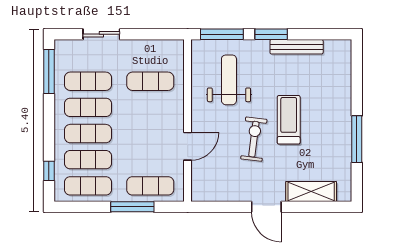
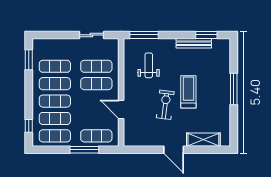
sliding door: (101, 34) -> (91, 35), moved
window: (271, 34) -> (206, 35), moved
window: (49, 71) -> (29, 60), width x0.69
weight bench: (229, 80) -> (149, 65), width x0.73, depth x0.75
exercise mat: (150, 107) -> (96, 84), added
window: (357, 139) -> (234, 89), moved
door: (188, 146) -> (121, 110), swing flipped

